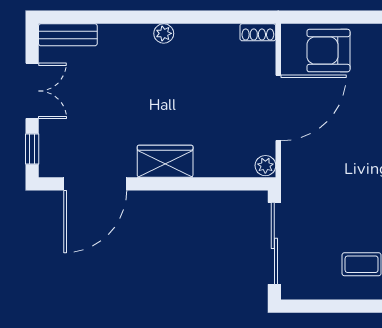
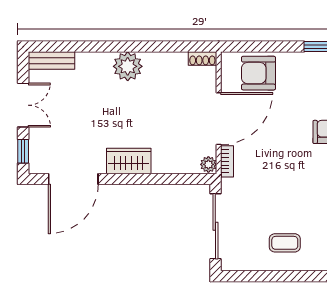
plant: (164, 33) -> (128, 66), width x1.88, depth x1.88
bookcase: (289, 162) -> (227, 161), added

